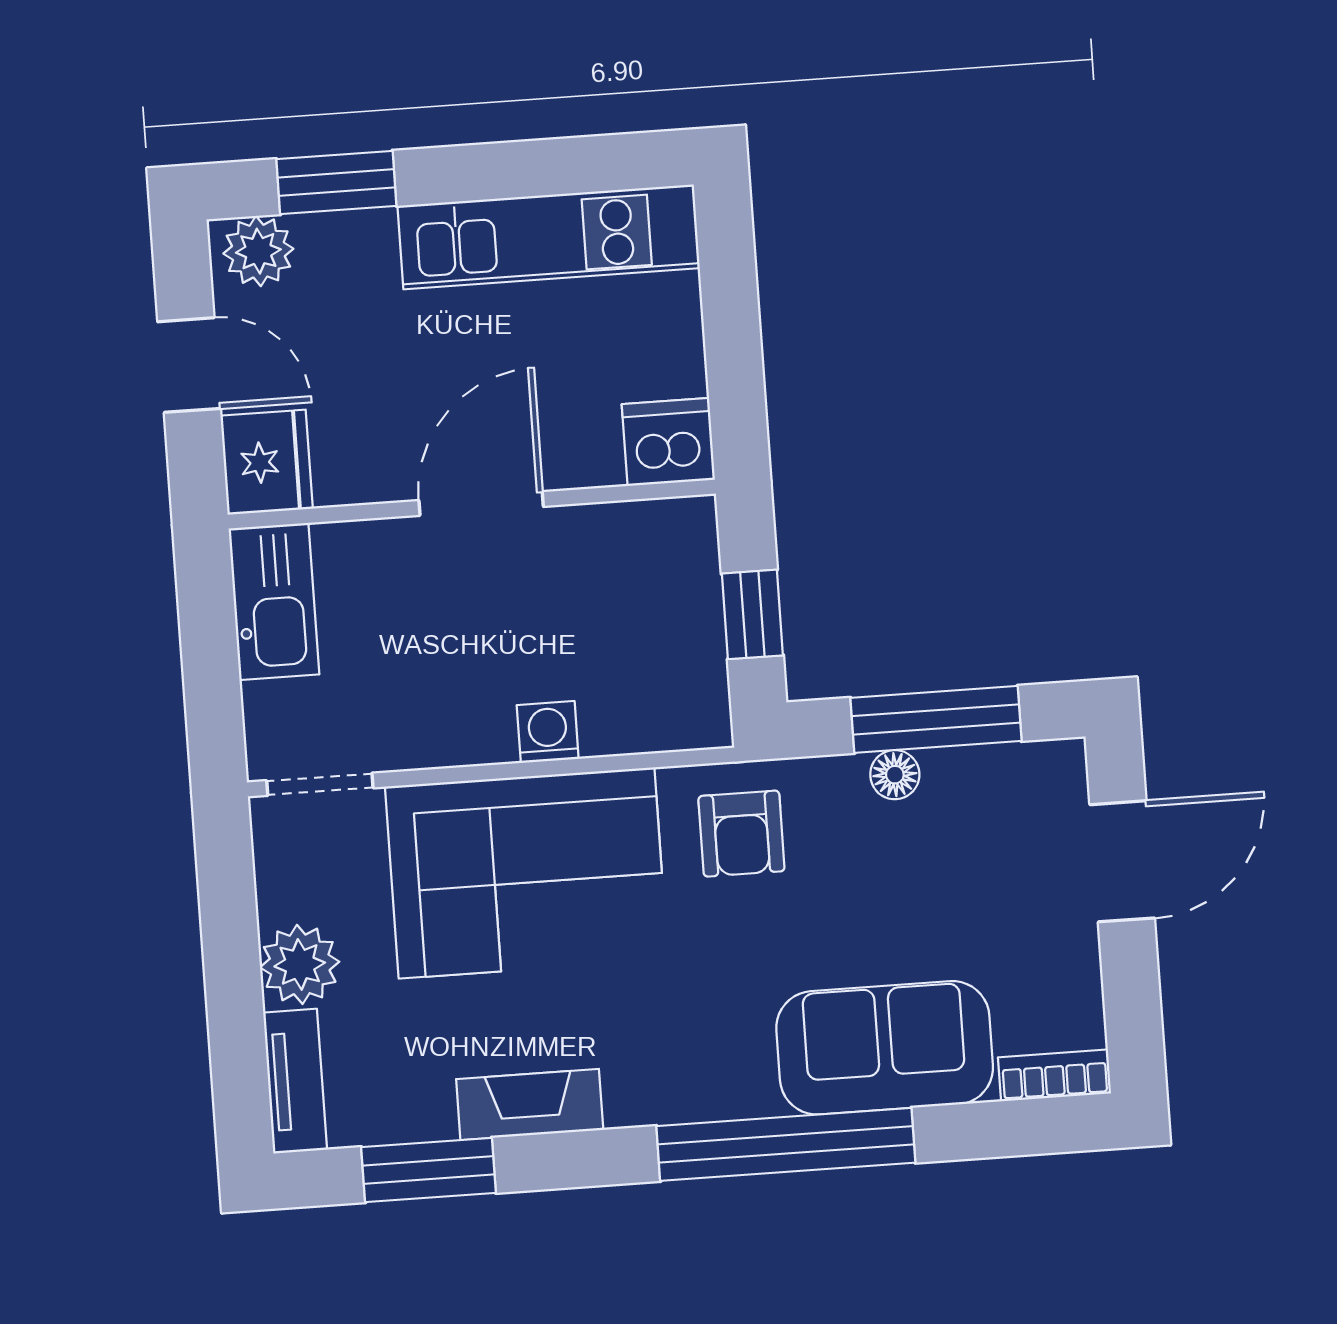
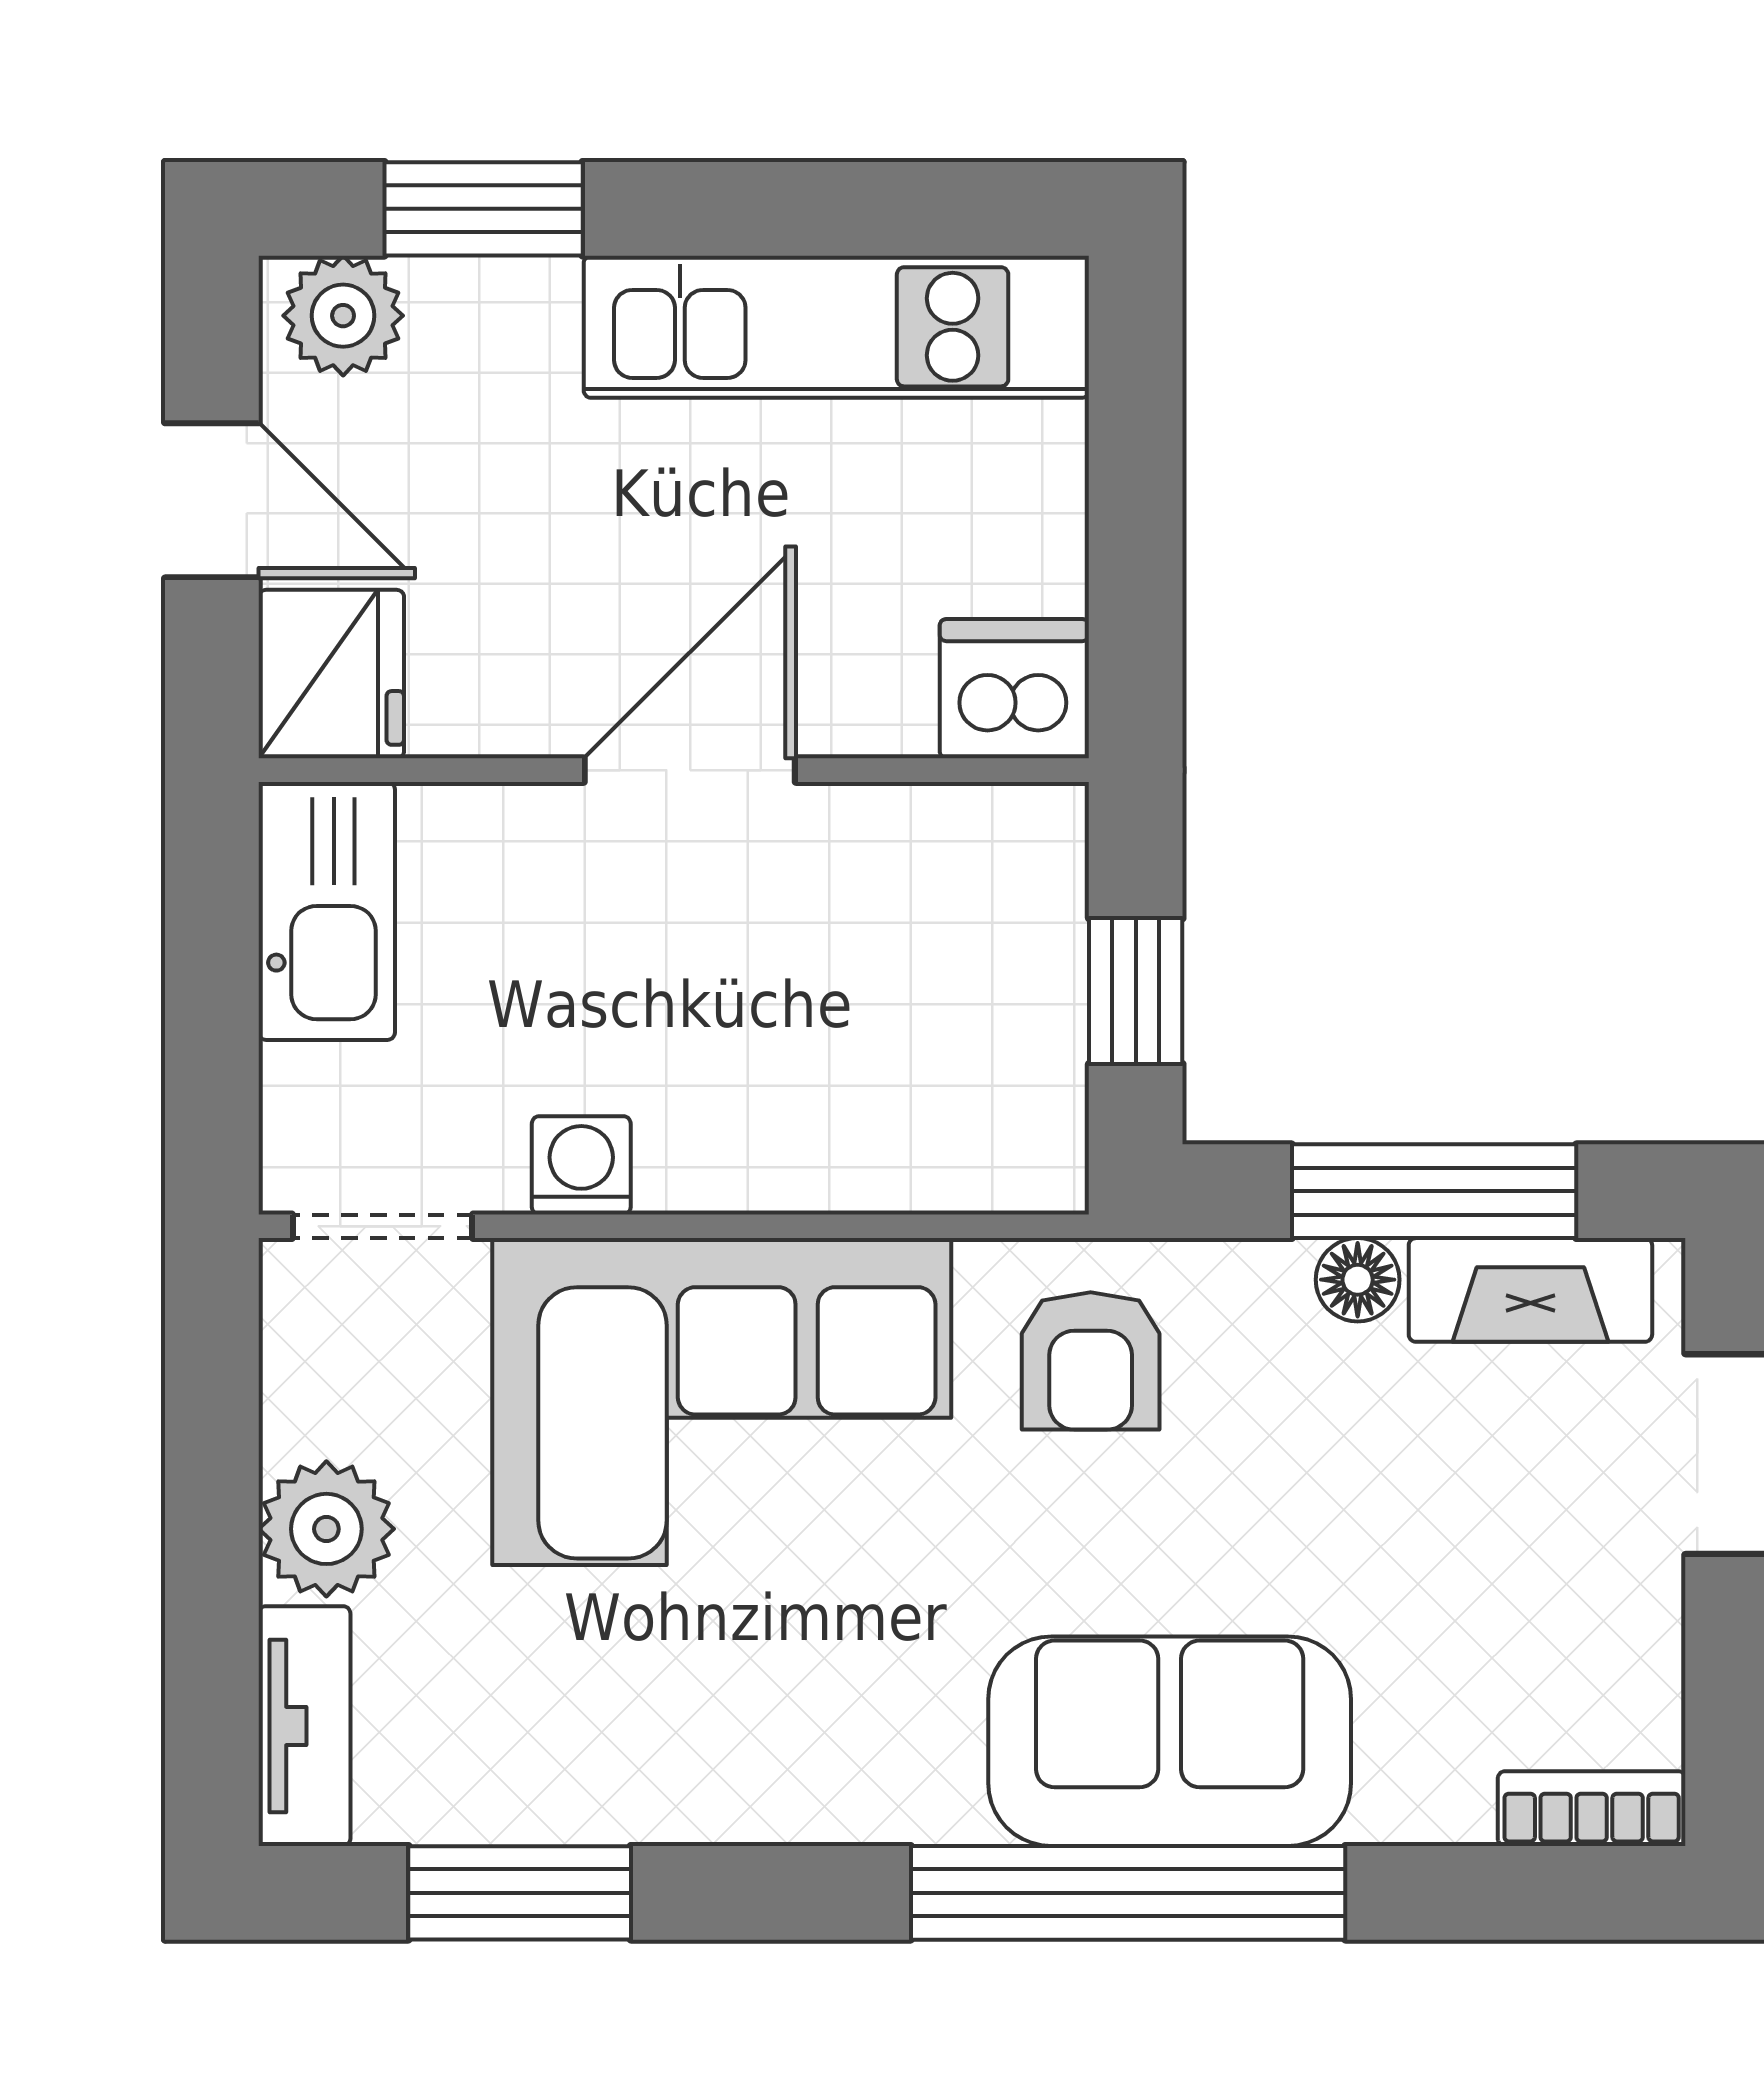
washing machine: (548, 732) -> (581, 1165), moved
sofa: (885, 1048) -> (1170, 1741), moved
fireplace: (530, 1104) -> (1530, 1290), moved, turned 180

